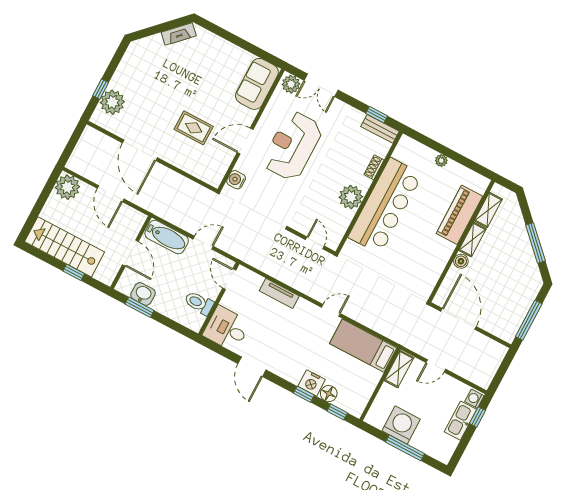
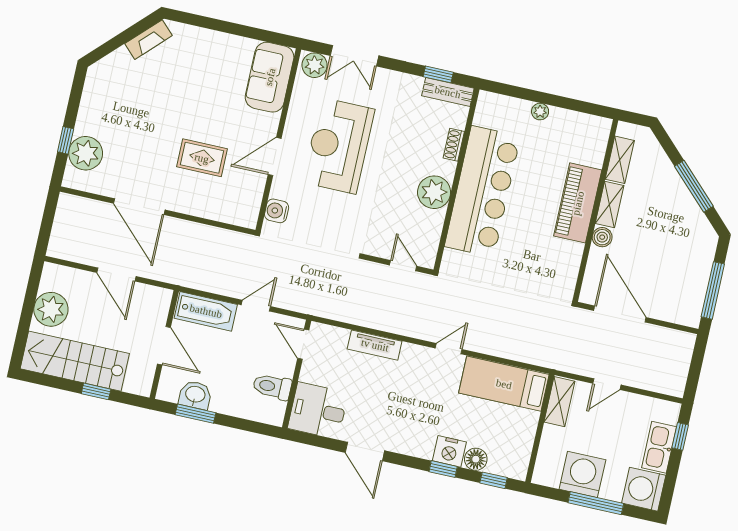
plant: (67, 187) -> (51, 309), moved
piano: (459, 215) -> (578, 203), moved
washing machine: (474, 399) -> (644, 489), moved, width x1.89, depth x1.89

